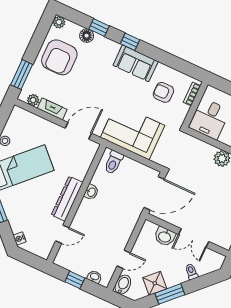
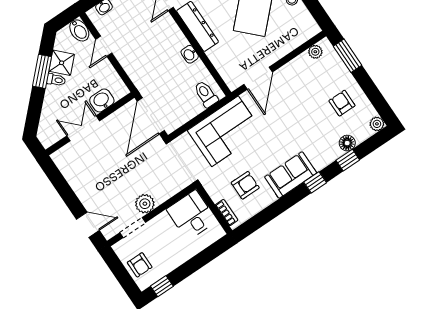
armchair: (59, 57) -> (342, 103), width x0.53, depth x0.53
fireplace: (52, 109) -> (295, 65), removed
toilet: (191, 272) -> (56, 80), moved

